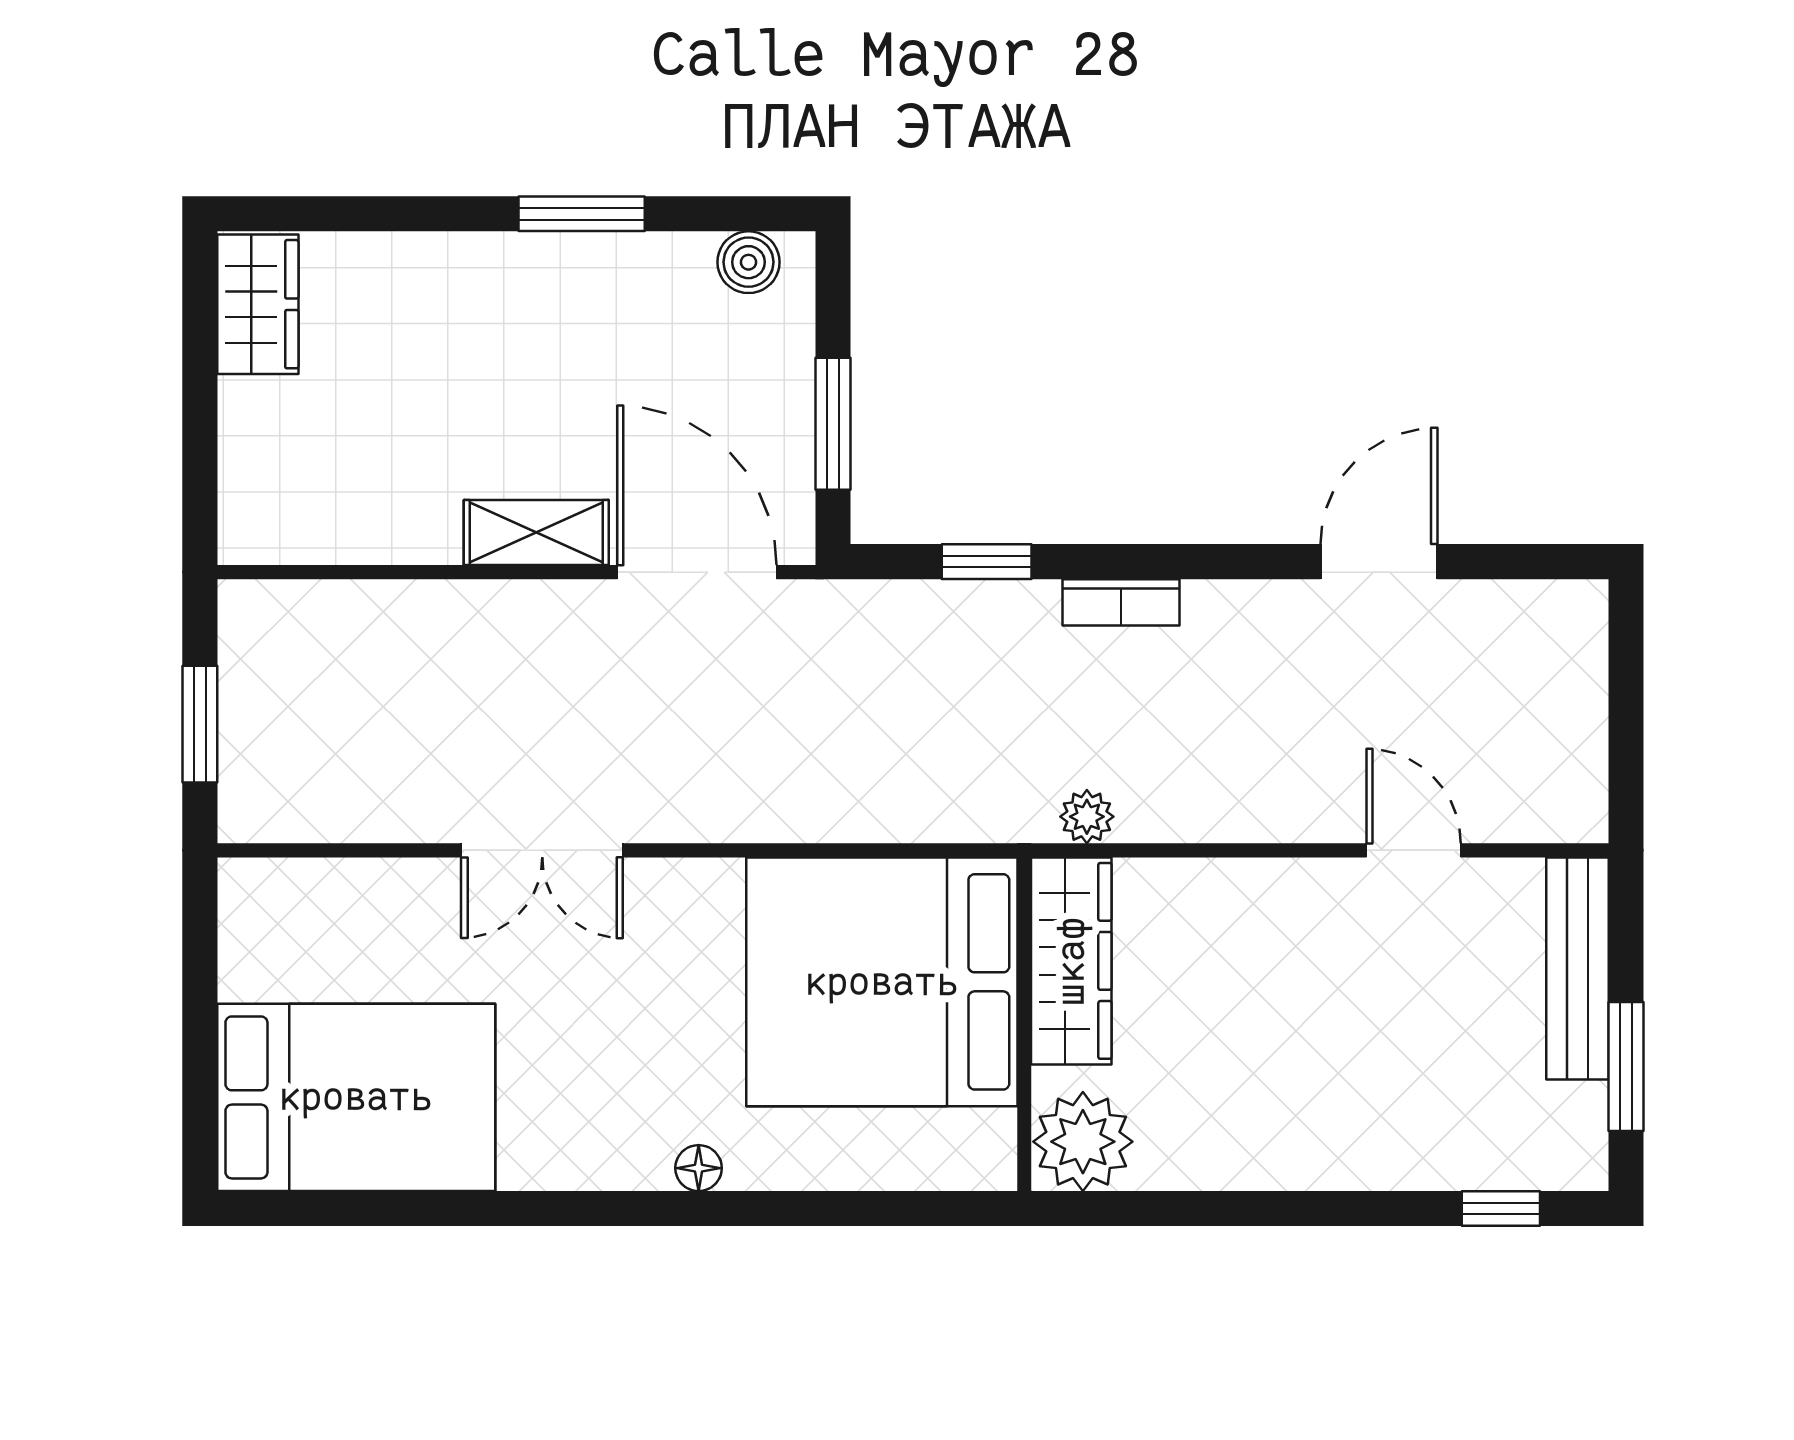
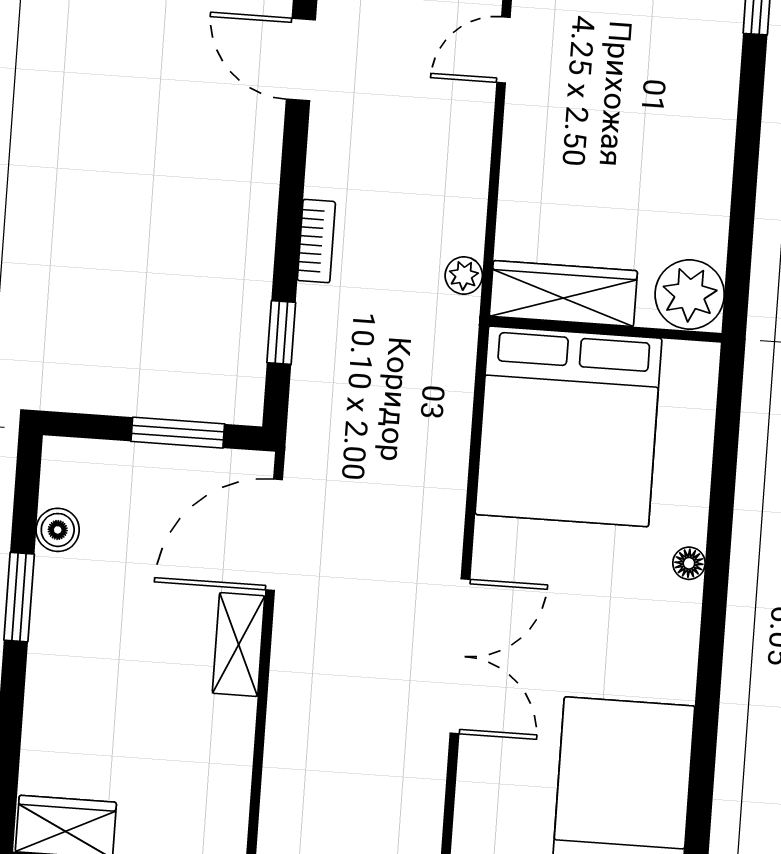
boiler: (749, 262) -> (58, 530), moved
double door: (542, 850) -> (460, 656), width x1.37

